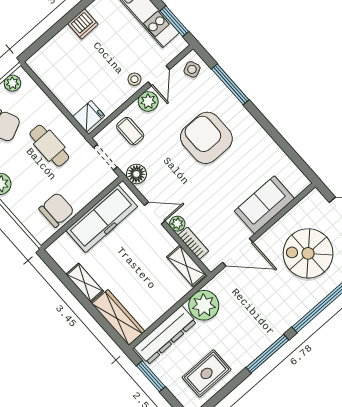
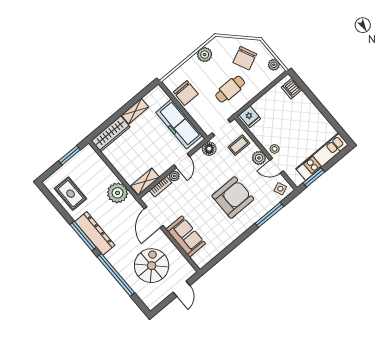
dishwasher: (83, 24) -> (292, 88), moved
dresser: (165, 335) -> (95, 233), moved, turned 180

